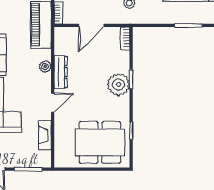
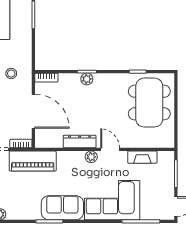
door: (91, 25) -> (33, 111), width x1.36
plant: (45, 66) -> (91, 157), moved
plant: (118, 85) -> (87, 79), width x0.53, depth x0.53

